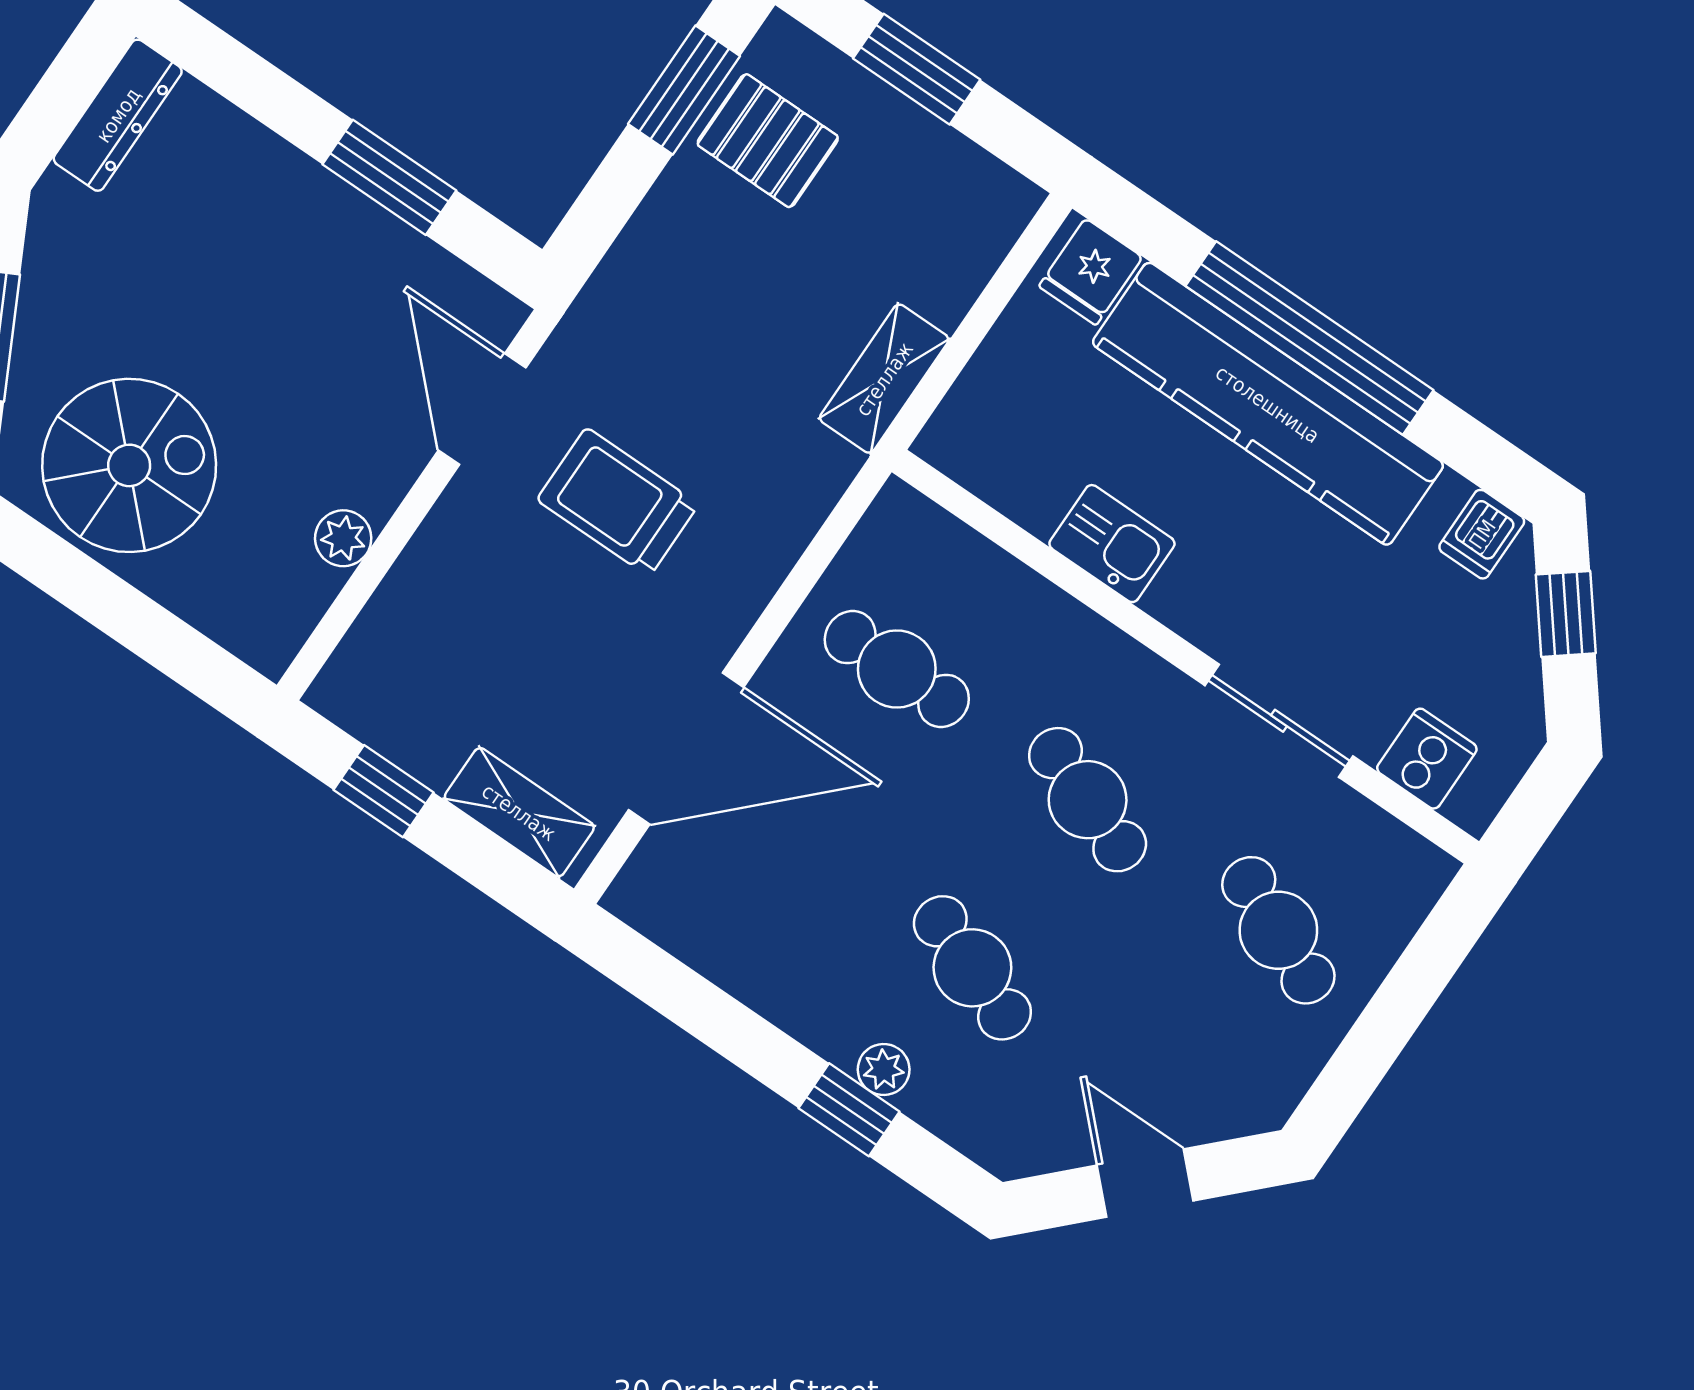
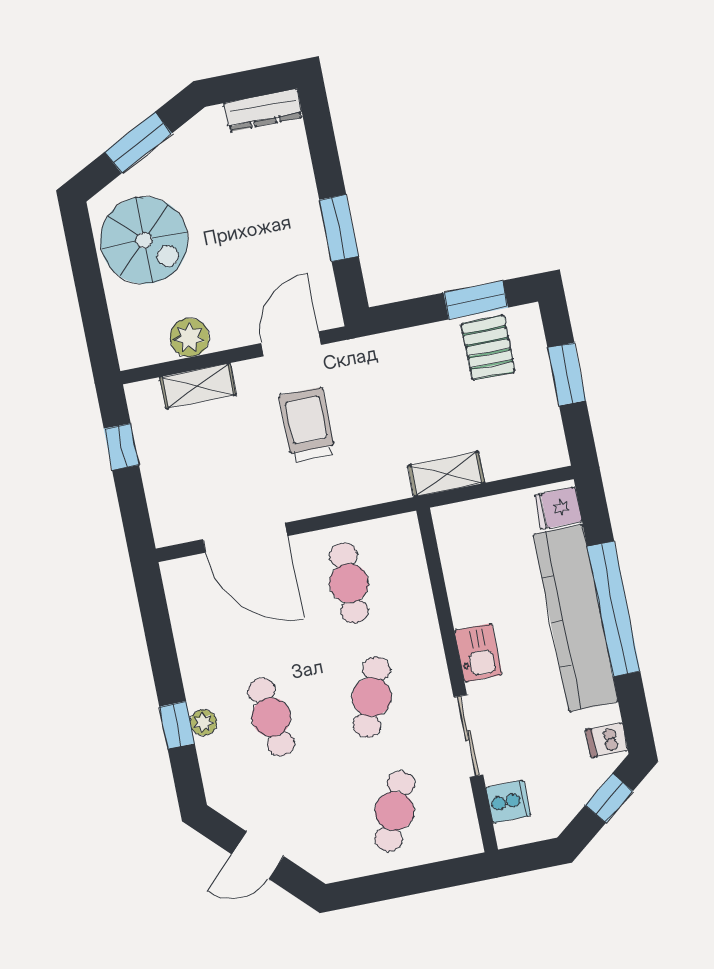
plant: (343, 538) -> (189, 337), width x1.38, depth x1.38
kitchen sink: (1112, 544) -> (478, 653), moved
shelving: (519, 812) -> (198, 386), moved, turned 90
cafe table: (972, 968) -> (271, 717), turned -30
door: (1145, 1183) -> (258, 855), swing flipped

